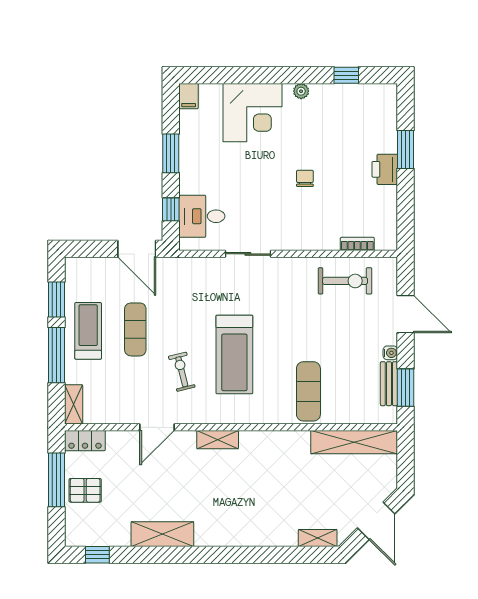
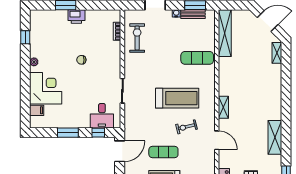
filing cabinet: (189, 96) -> (37, 110), moved

